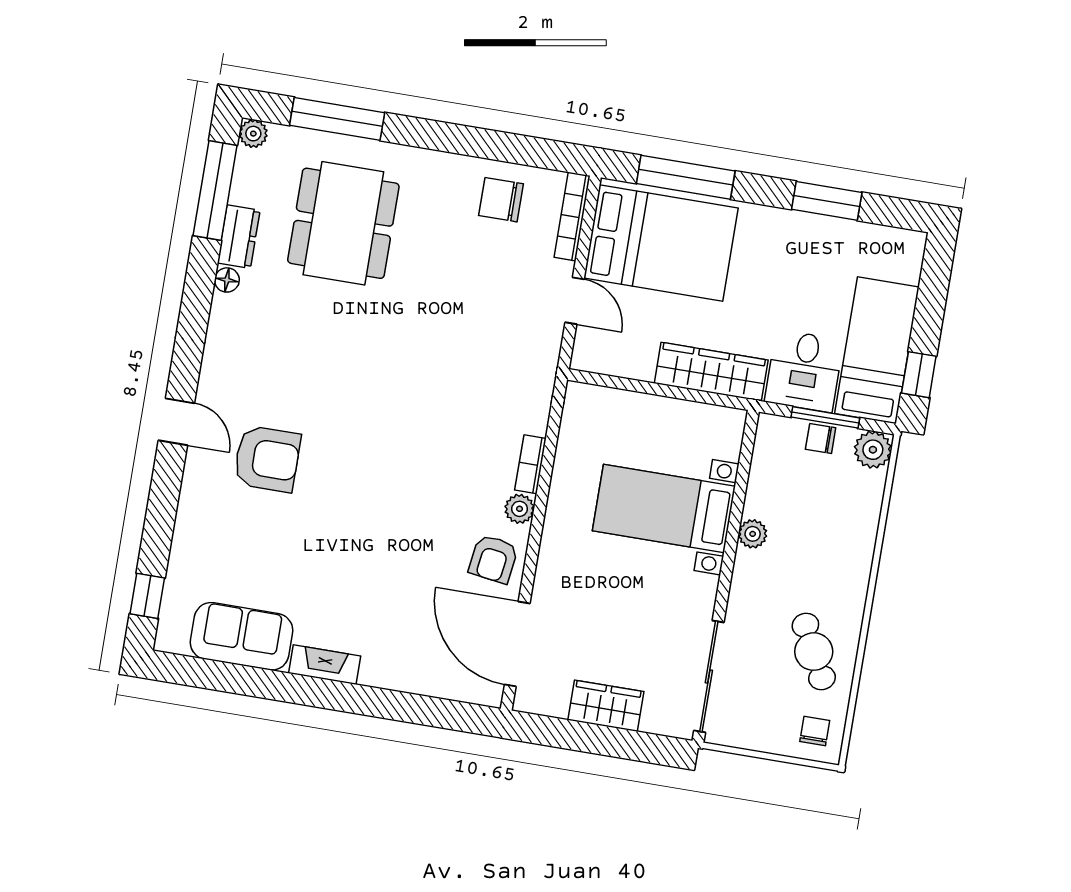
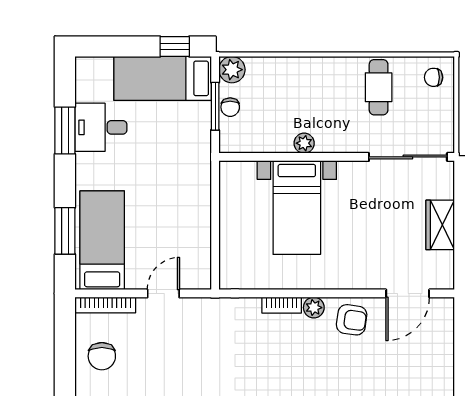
window: (686, 177) -> (65, 231), width x0.69
bed: (661, 243) -> (102, 240), width x0.67
desk: (804, 371) -> (101, 127), moved, turned 180
wardrobe: (711, 372) -> (197, 191), removed
door: (517, 644) -> (408, 293), width x0.73
cafe table: (814, 652) -> (379, 87), turned -63

